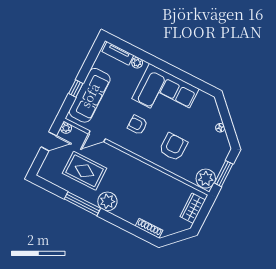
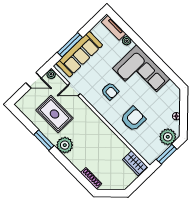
window: (76, 89) -> (70, 45), width x2.17
armchair: (137, 125) -> (110, 91), turned 180
plant: (206, 179) -> (168, 137), moved
window: (82, 204) -> (44, 140), width x0.69
wardrobe: (193, 208) -> (135, 163), moved, turned -90

